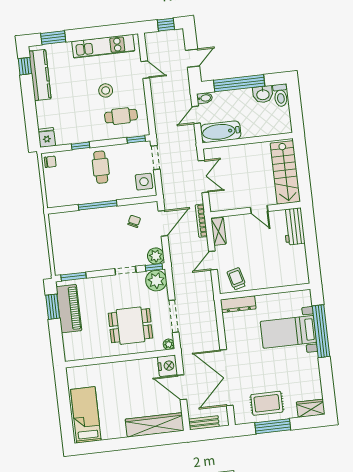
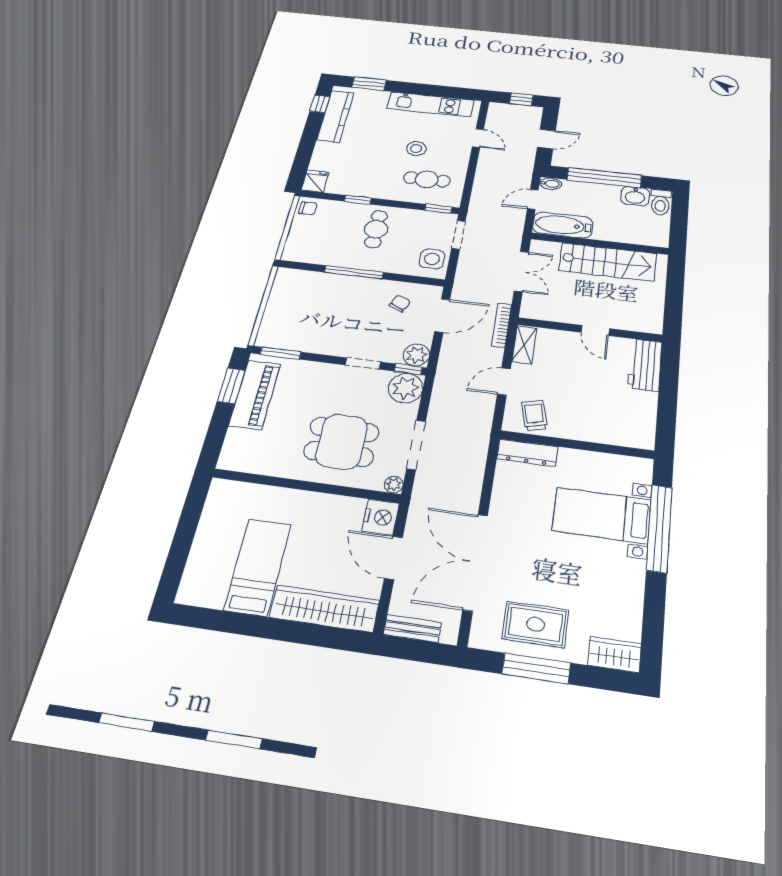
stairs: (285, 172) -> (608, 262), moved, turned -90
bed: (86, 415) -> (258, 567), moved

